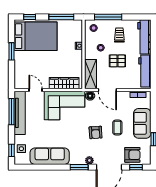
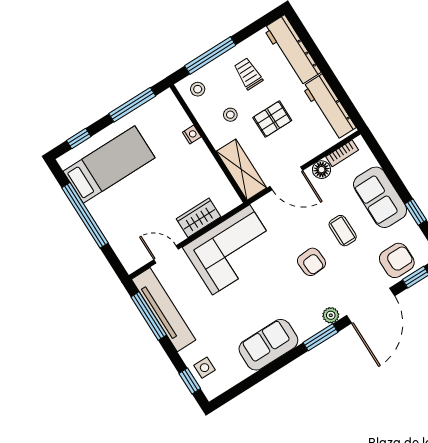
bed: (35, 36) -> (109, 164), width x0.67
window: (11, 51) -> (85, 215), width x2.11
wardrobe: (64, 83) -> (198, 218), width x0.67
floor lamp: (90, 96) -> (322, 170), moved
sofa: (50, 156) -> (268, 345), width x0.73

